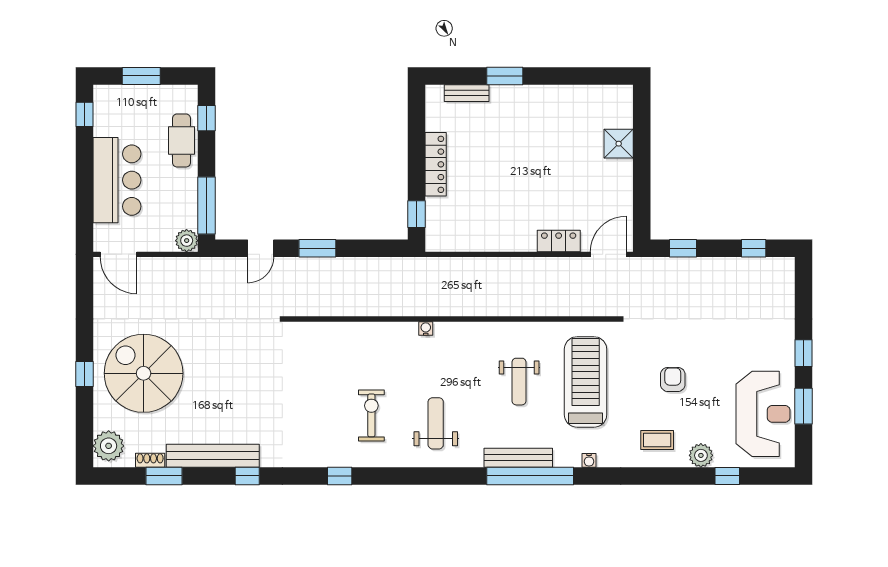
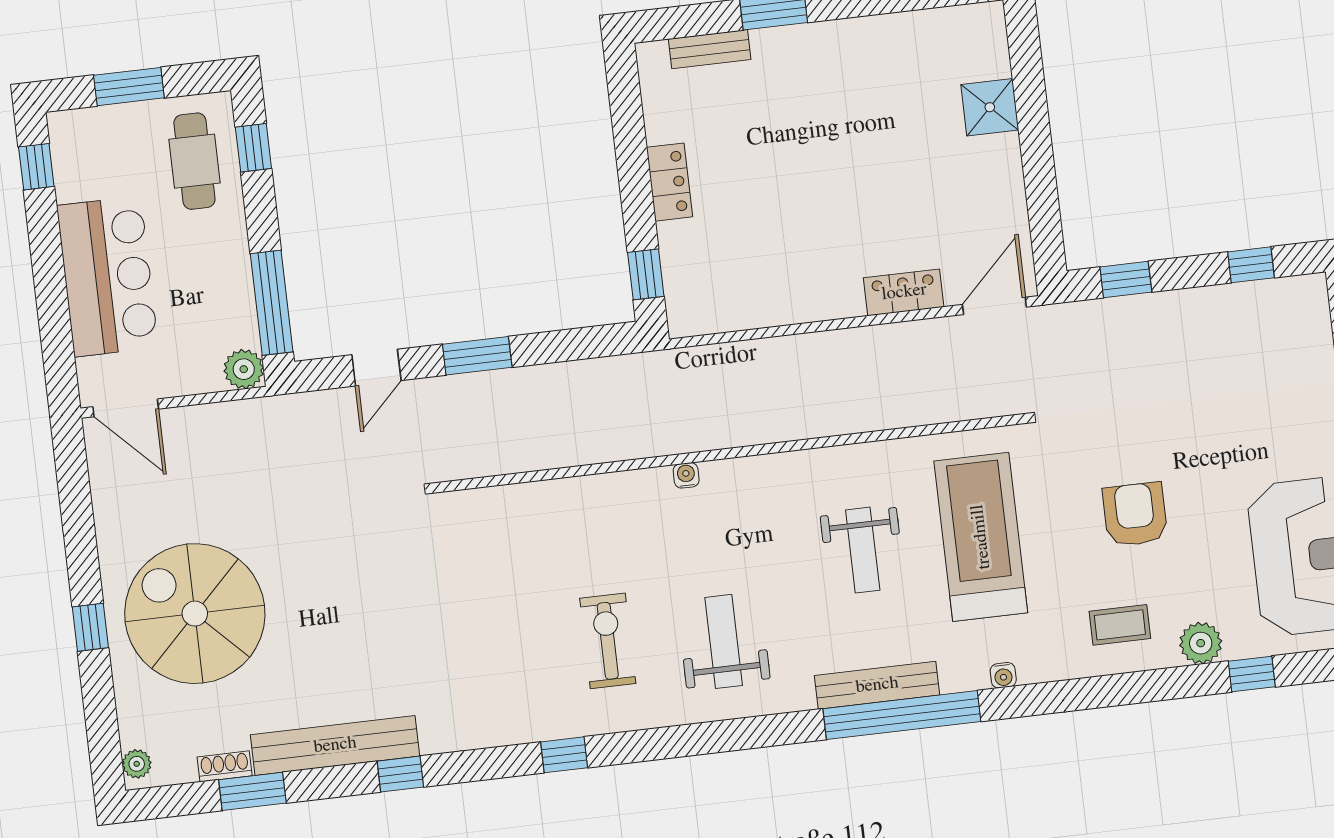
cafe table: (181, 140) -> (194, 161), moved
locker: (436, 164) -> (669, 182), width x0.66
armchair: (673, 379) -> (1135, 514), width x1.38, depth x1.38
plant: (109, 446) -> (137, 764), width x0.53, depth x0.53

